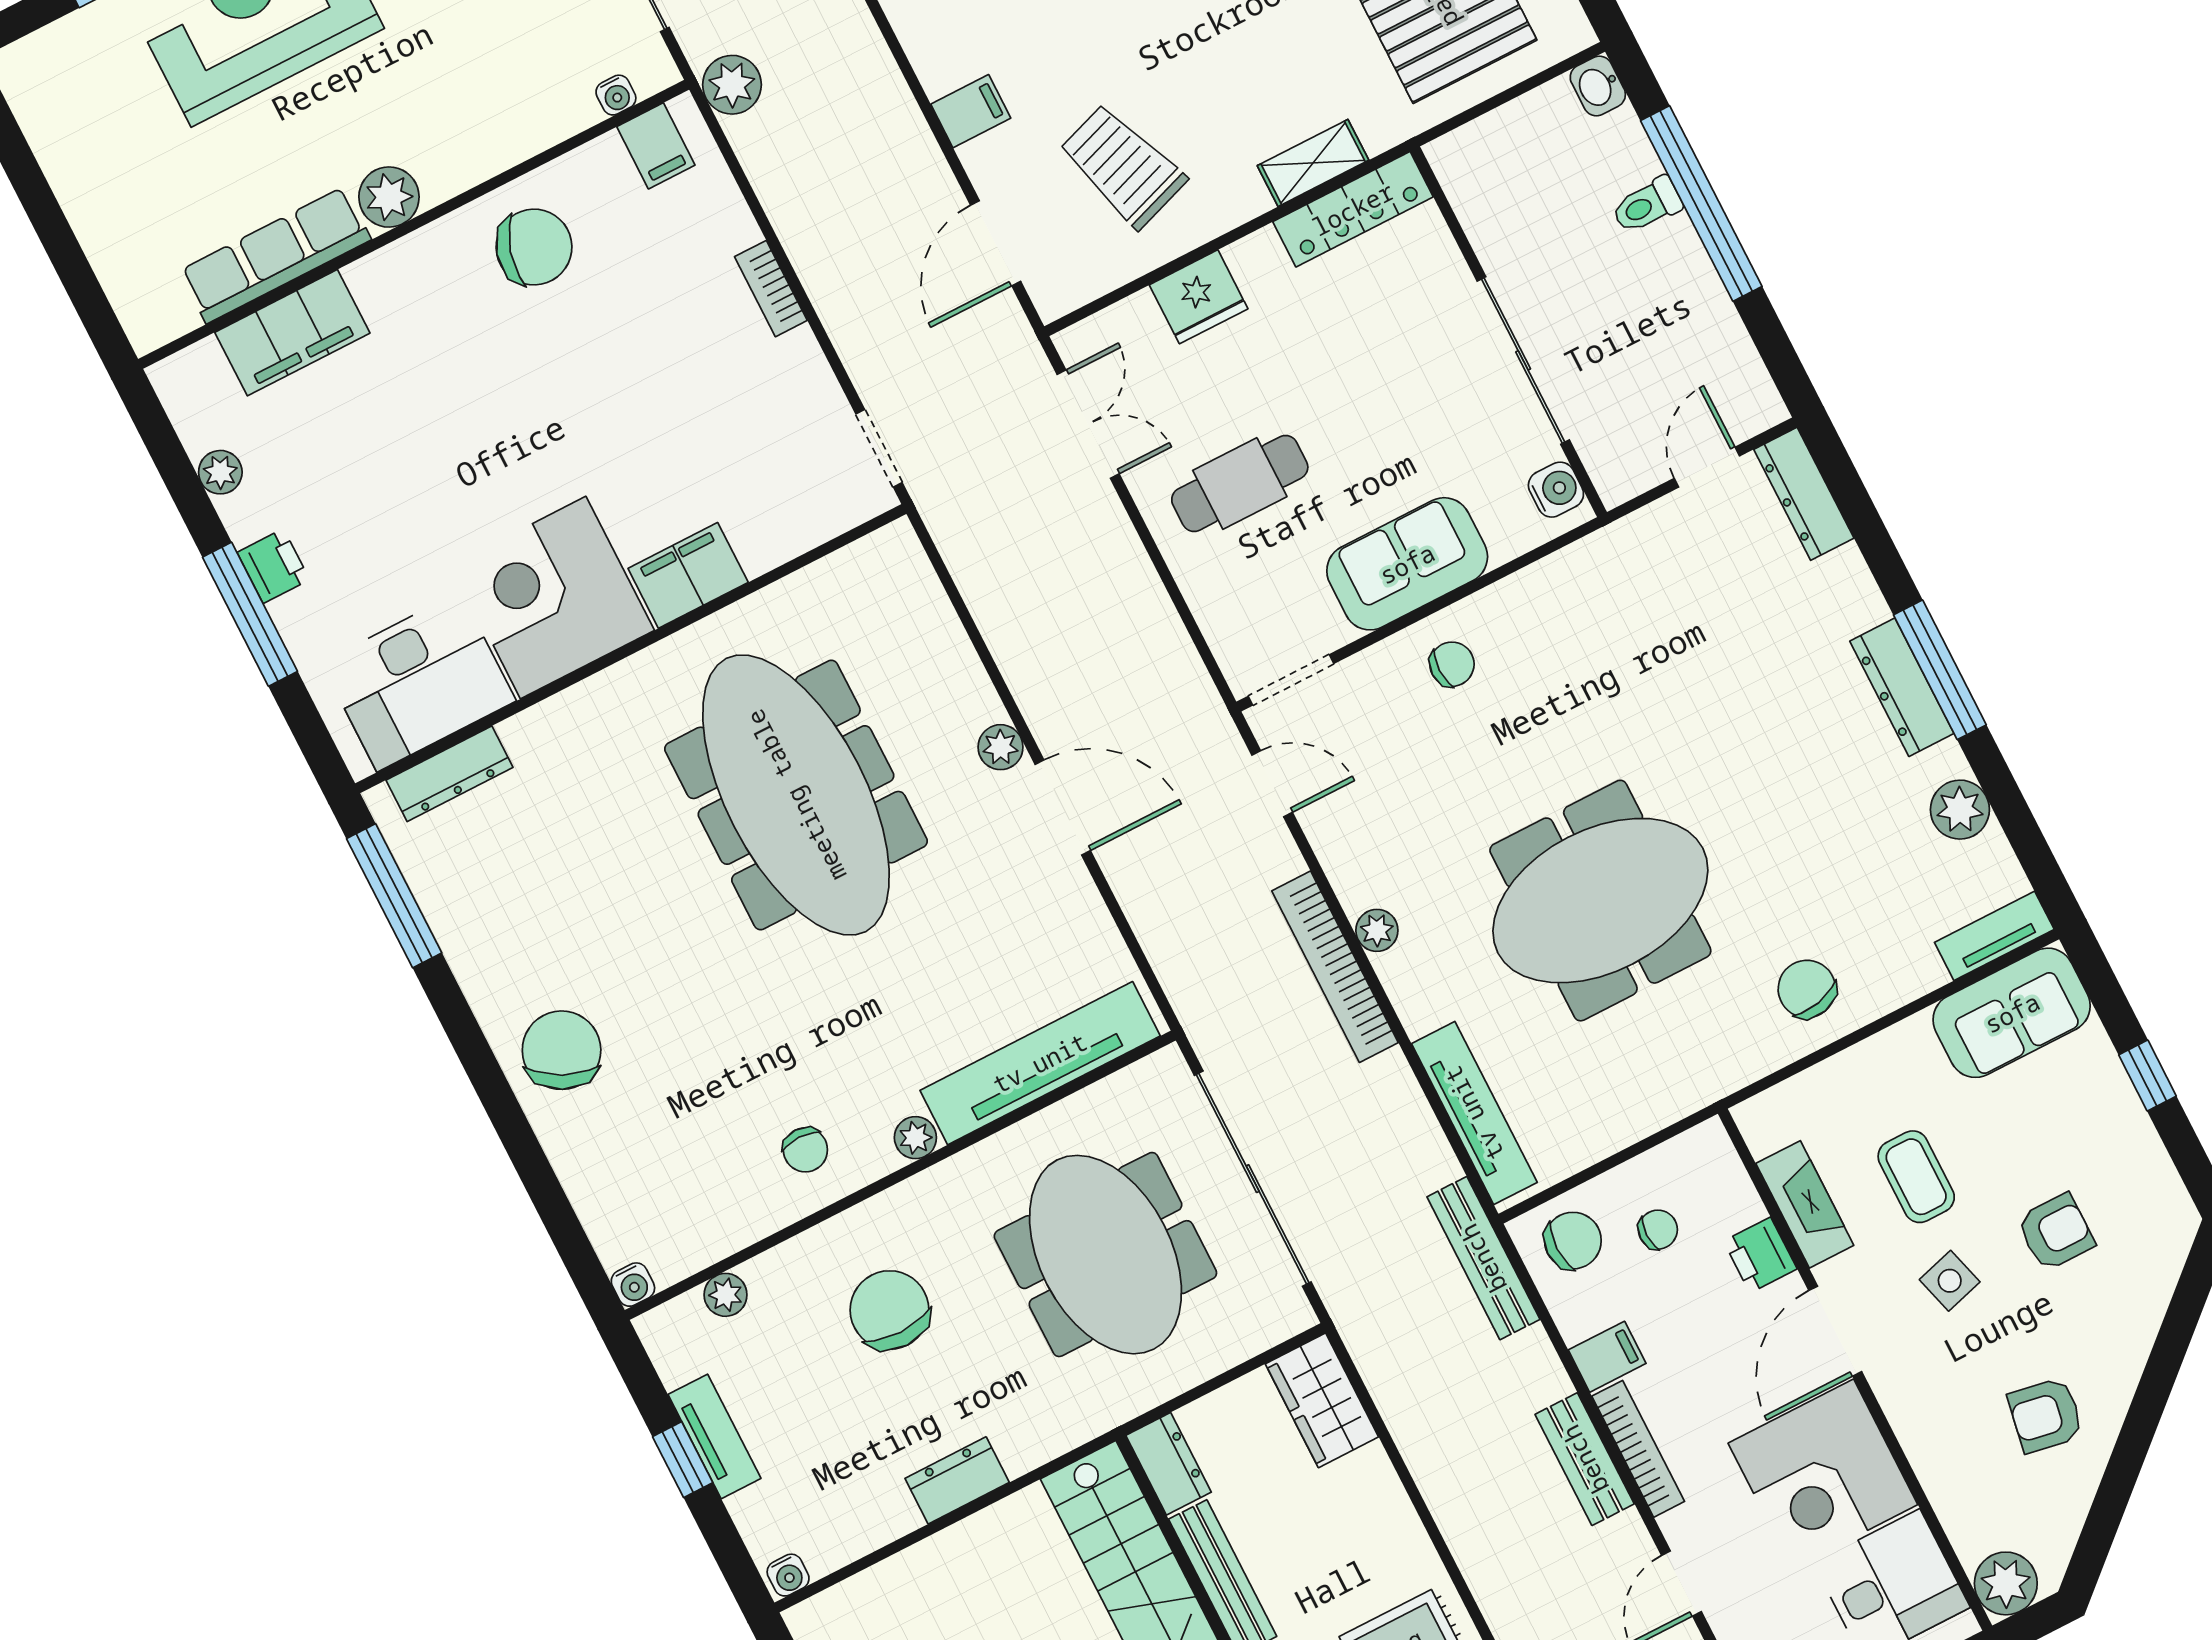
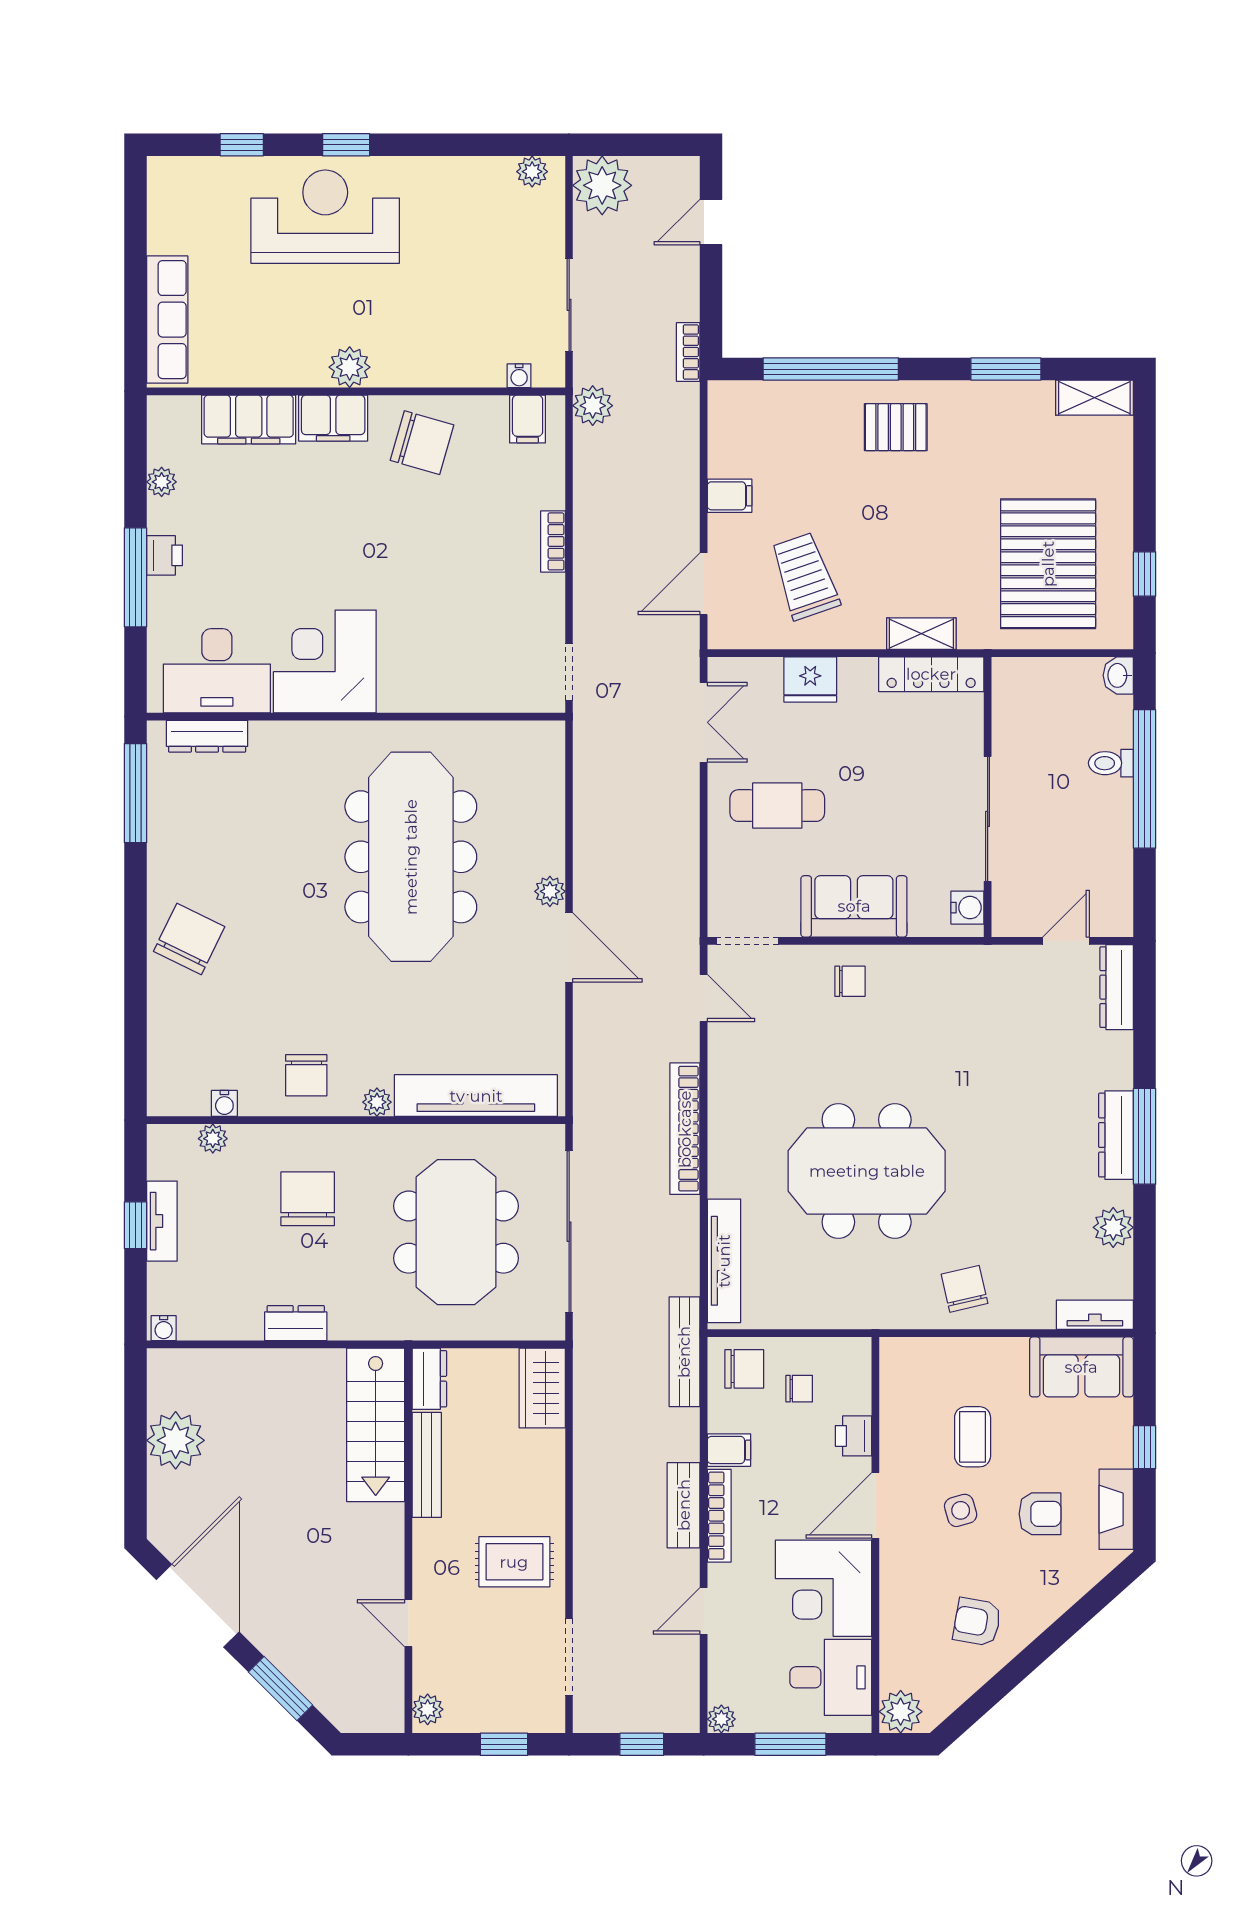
row of seats: (275, 255) -> (167, 320), moved, turned 90
filing cabinet: (688, 575) -> (333, 418), moved, turned 180
plant: (1377, 930) -> (722, 1120), removed
chair: (805, 1150) -> (306, 1075), width x1.37, depth x1.37
fireplace: (1805, 1204) -> (1116, 1509), moved, turned 180
water cooler: (633, 1285) -> (224, 1103), moved

